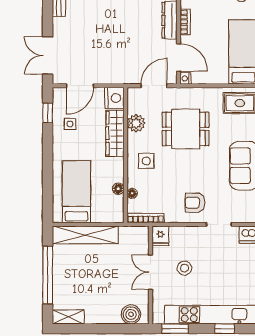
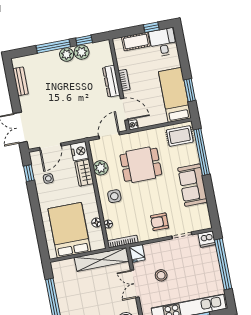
wardrobe: (115, 133) -> (84, 173), width x0.67
bed: (76, 192) -> (69, 230), width x1.50
shelving: (85, 235) -> (102, 259), moved

